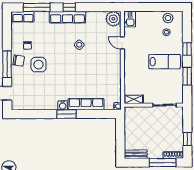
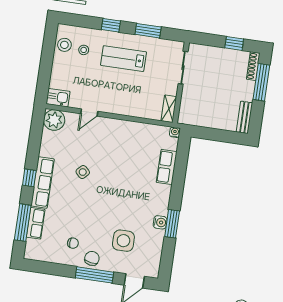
row of seats: (23, 17) -> (36, 223), moved
lab bench: (165, 62) -> (123, 59), turned -90
side table: (39, 65) -> (123, 241), moved
row of seats: (86, 104) -> (167, 167), width x0.68
water cooler: (63, 105) -> (160, 222), moved
window: (67, 114) -> (172, 224), moved

